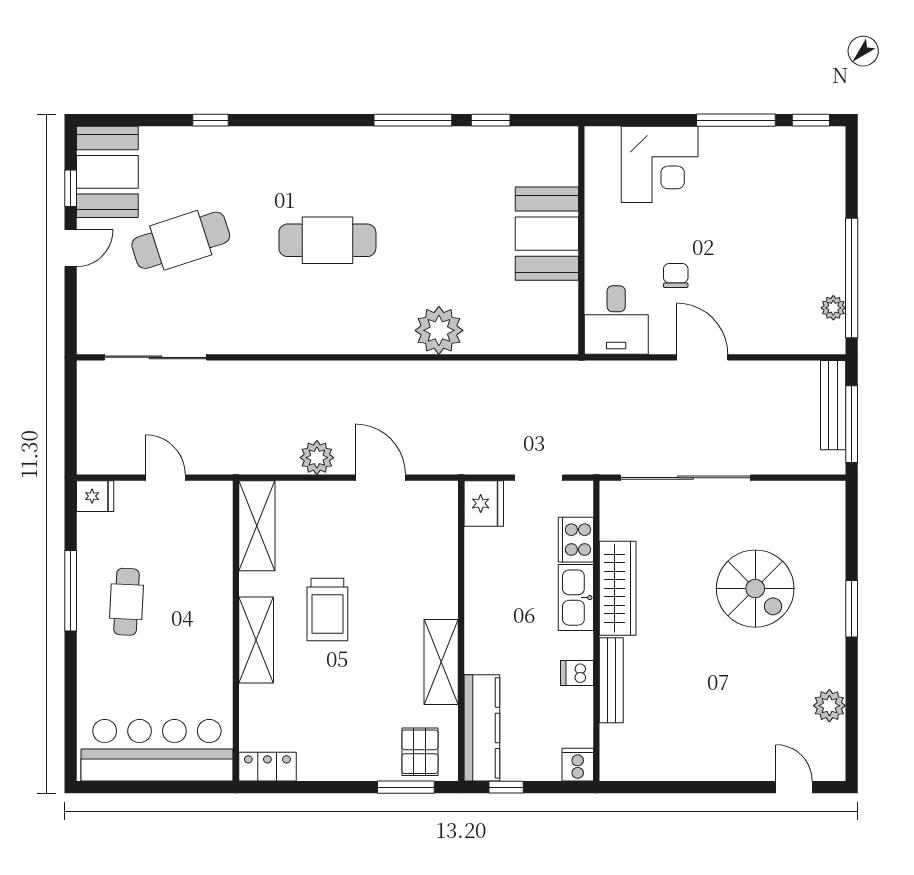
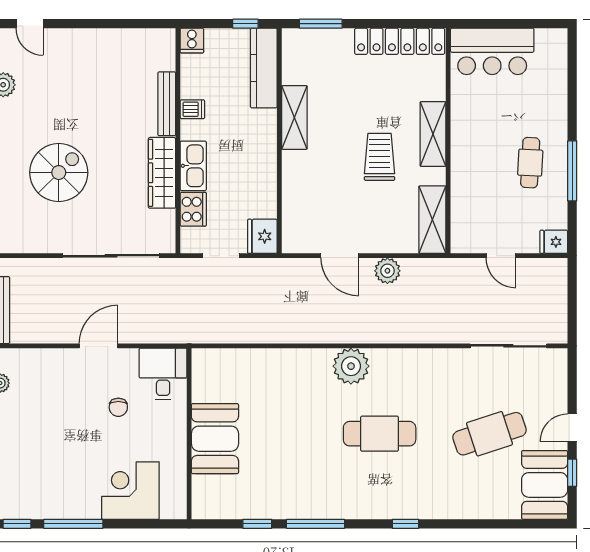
window: (210, 120) -> (405, 524), moved
plant: (439, 330) -> (351, 366), moved
door: (702, 357) -> (98, 346), swing flipped
spiral stairs: (755, 589) -> (59, 173), turned 90
bar counter: (157, 750) -> (492, 51), width x0.73
pallet: (420, 752) -> (310, 50), removed
locker: (267, 767) -> (400, 41), width x2.16, depth x1.21

